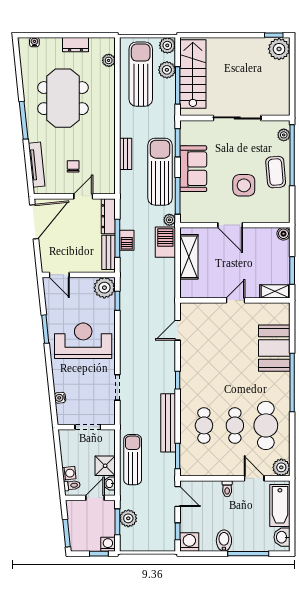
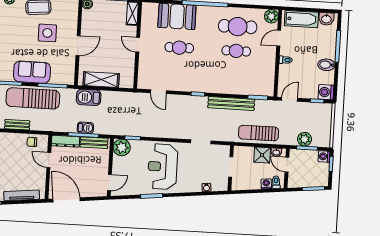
chair: (73, 166) -> (32, 142), moved
plant: (169, 220) -> (71, 93), removed
cafe table: (204, 425) -> (179, 48), moved

